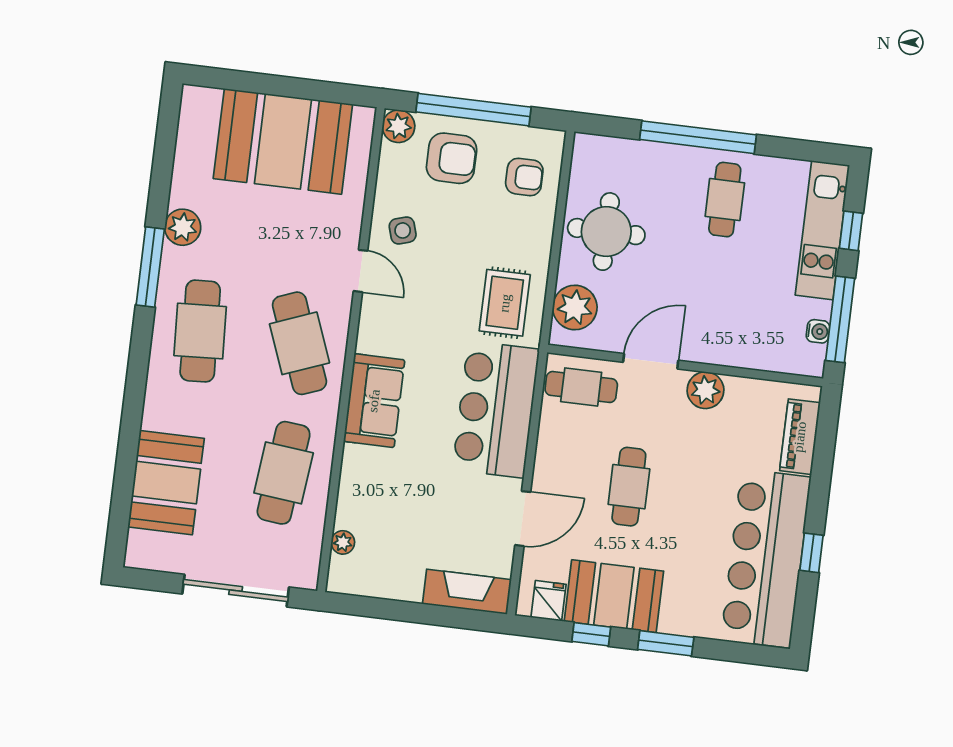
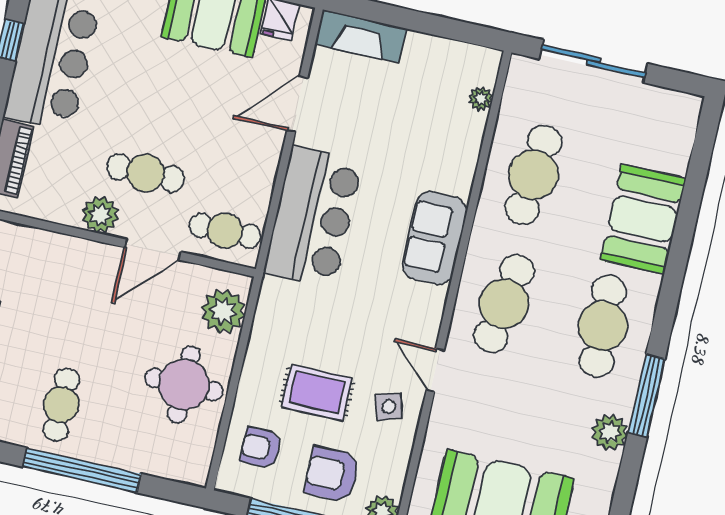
rug: (505, 303) -> (317, 392), moved, turned 90
cafe table: (299, 343) -> (504, 303), turned 30
booth: (166, 483) -> (643, 219), moved
cafe table: (629, 487) -> (146, 173), moved, turned 90

